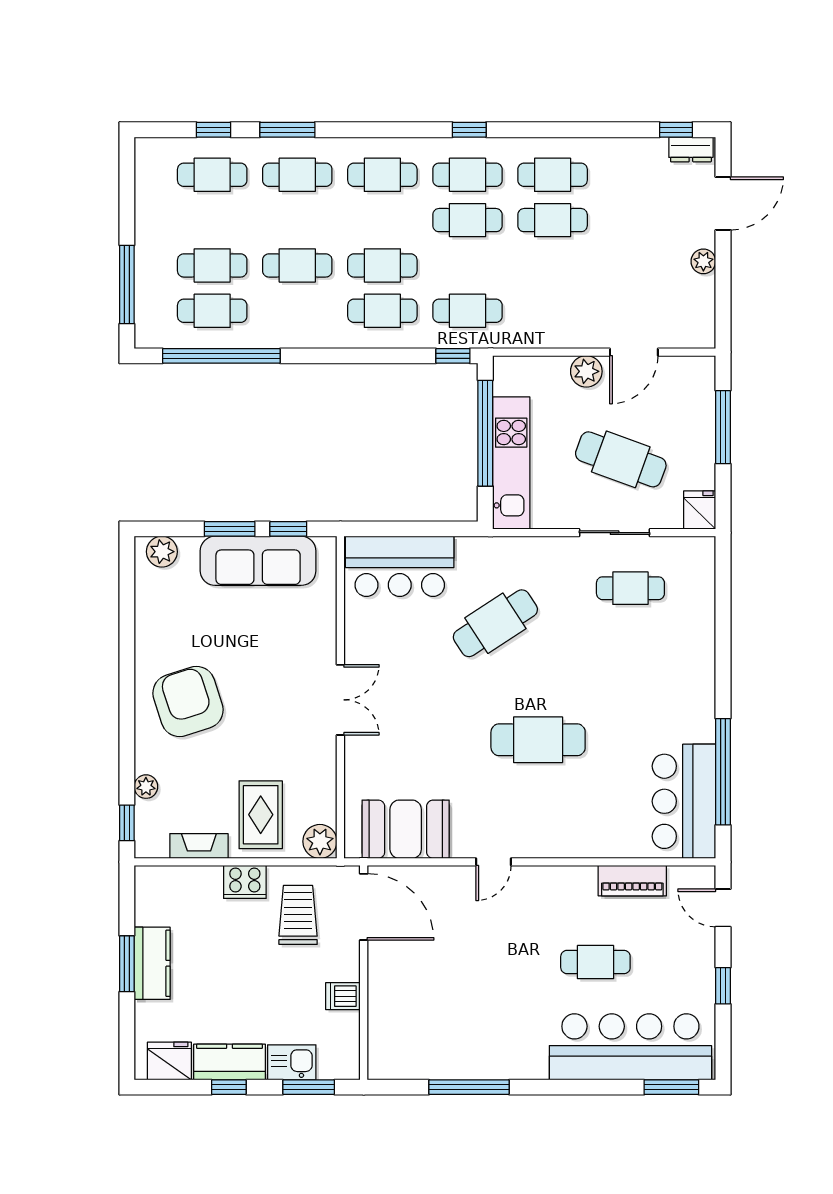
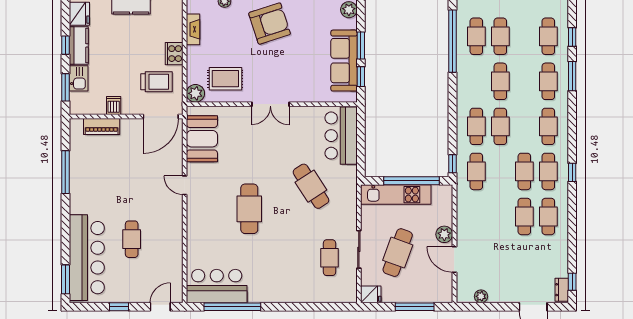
plant: (703, 261) -> (481, 296), moved
rug: (261, 815) -> (225, 79), moved
piano: (632, 881) -> (102, 126), moved, turned -90

